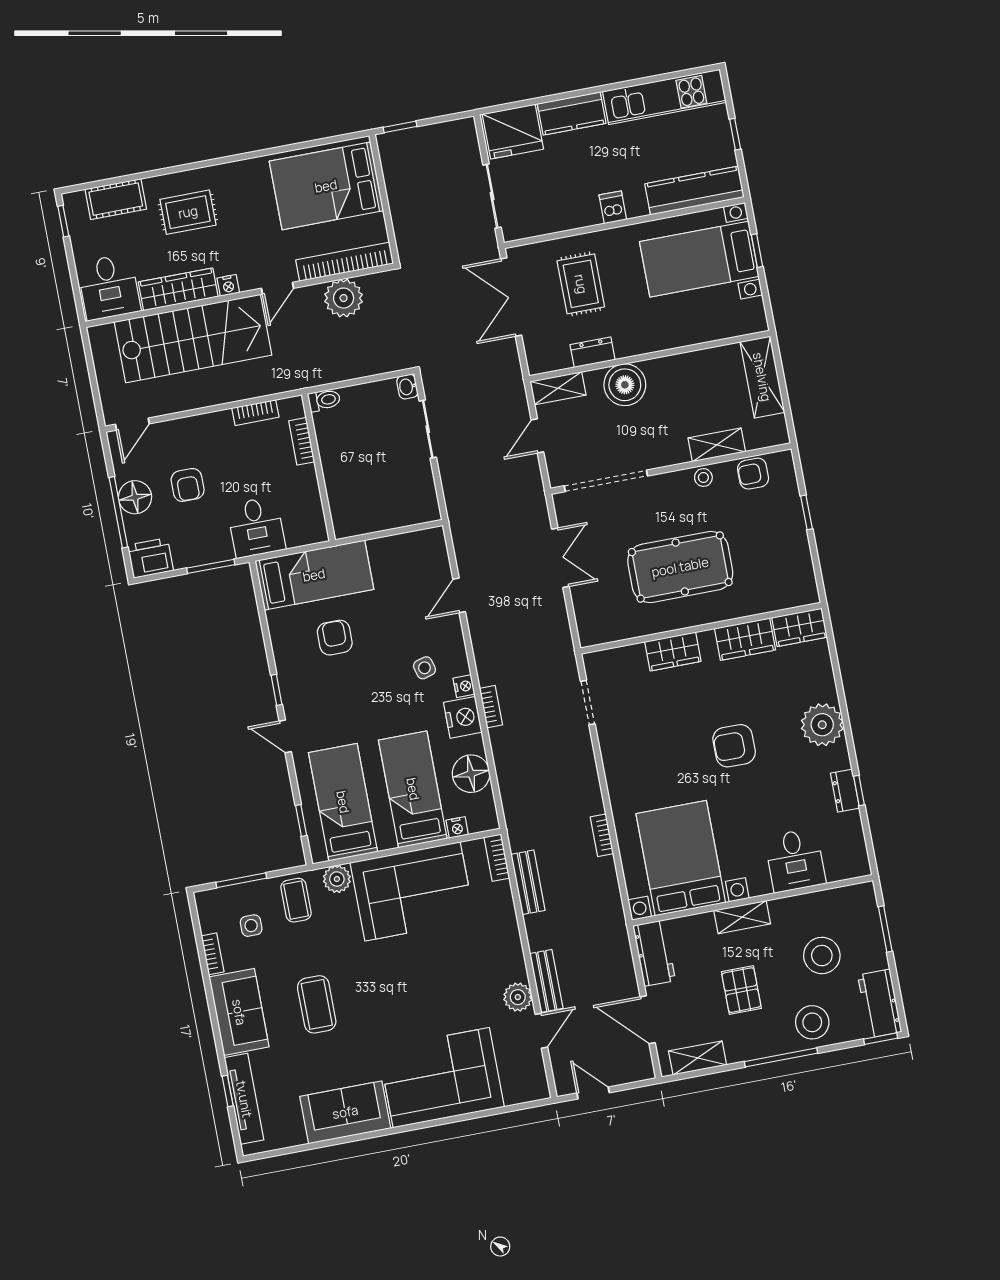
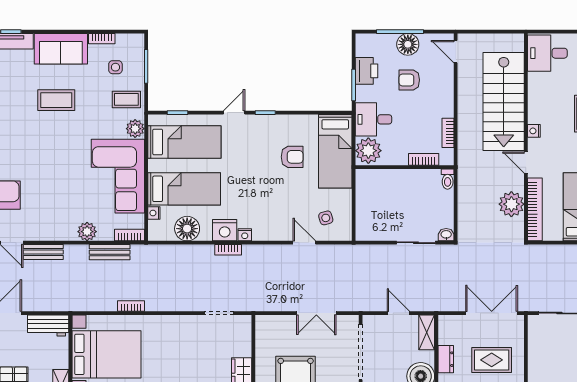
wardrobe: (178, 289) -> (537, 98), removed
plant: (304, 526) -> (368, 151), added
printer: (150, 558) -> (366, 71), moved
side table: (424, 668) -> (326, 218), moved
plant: (518, 997) -> (87, 232), moved

